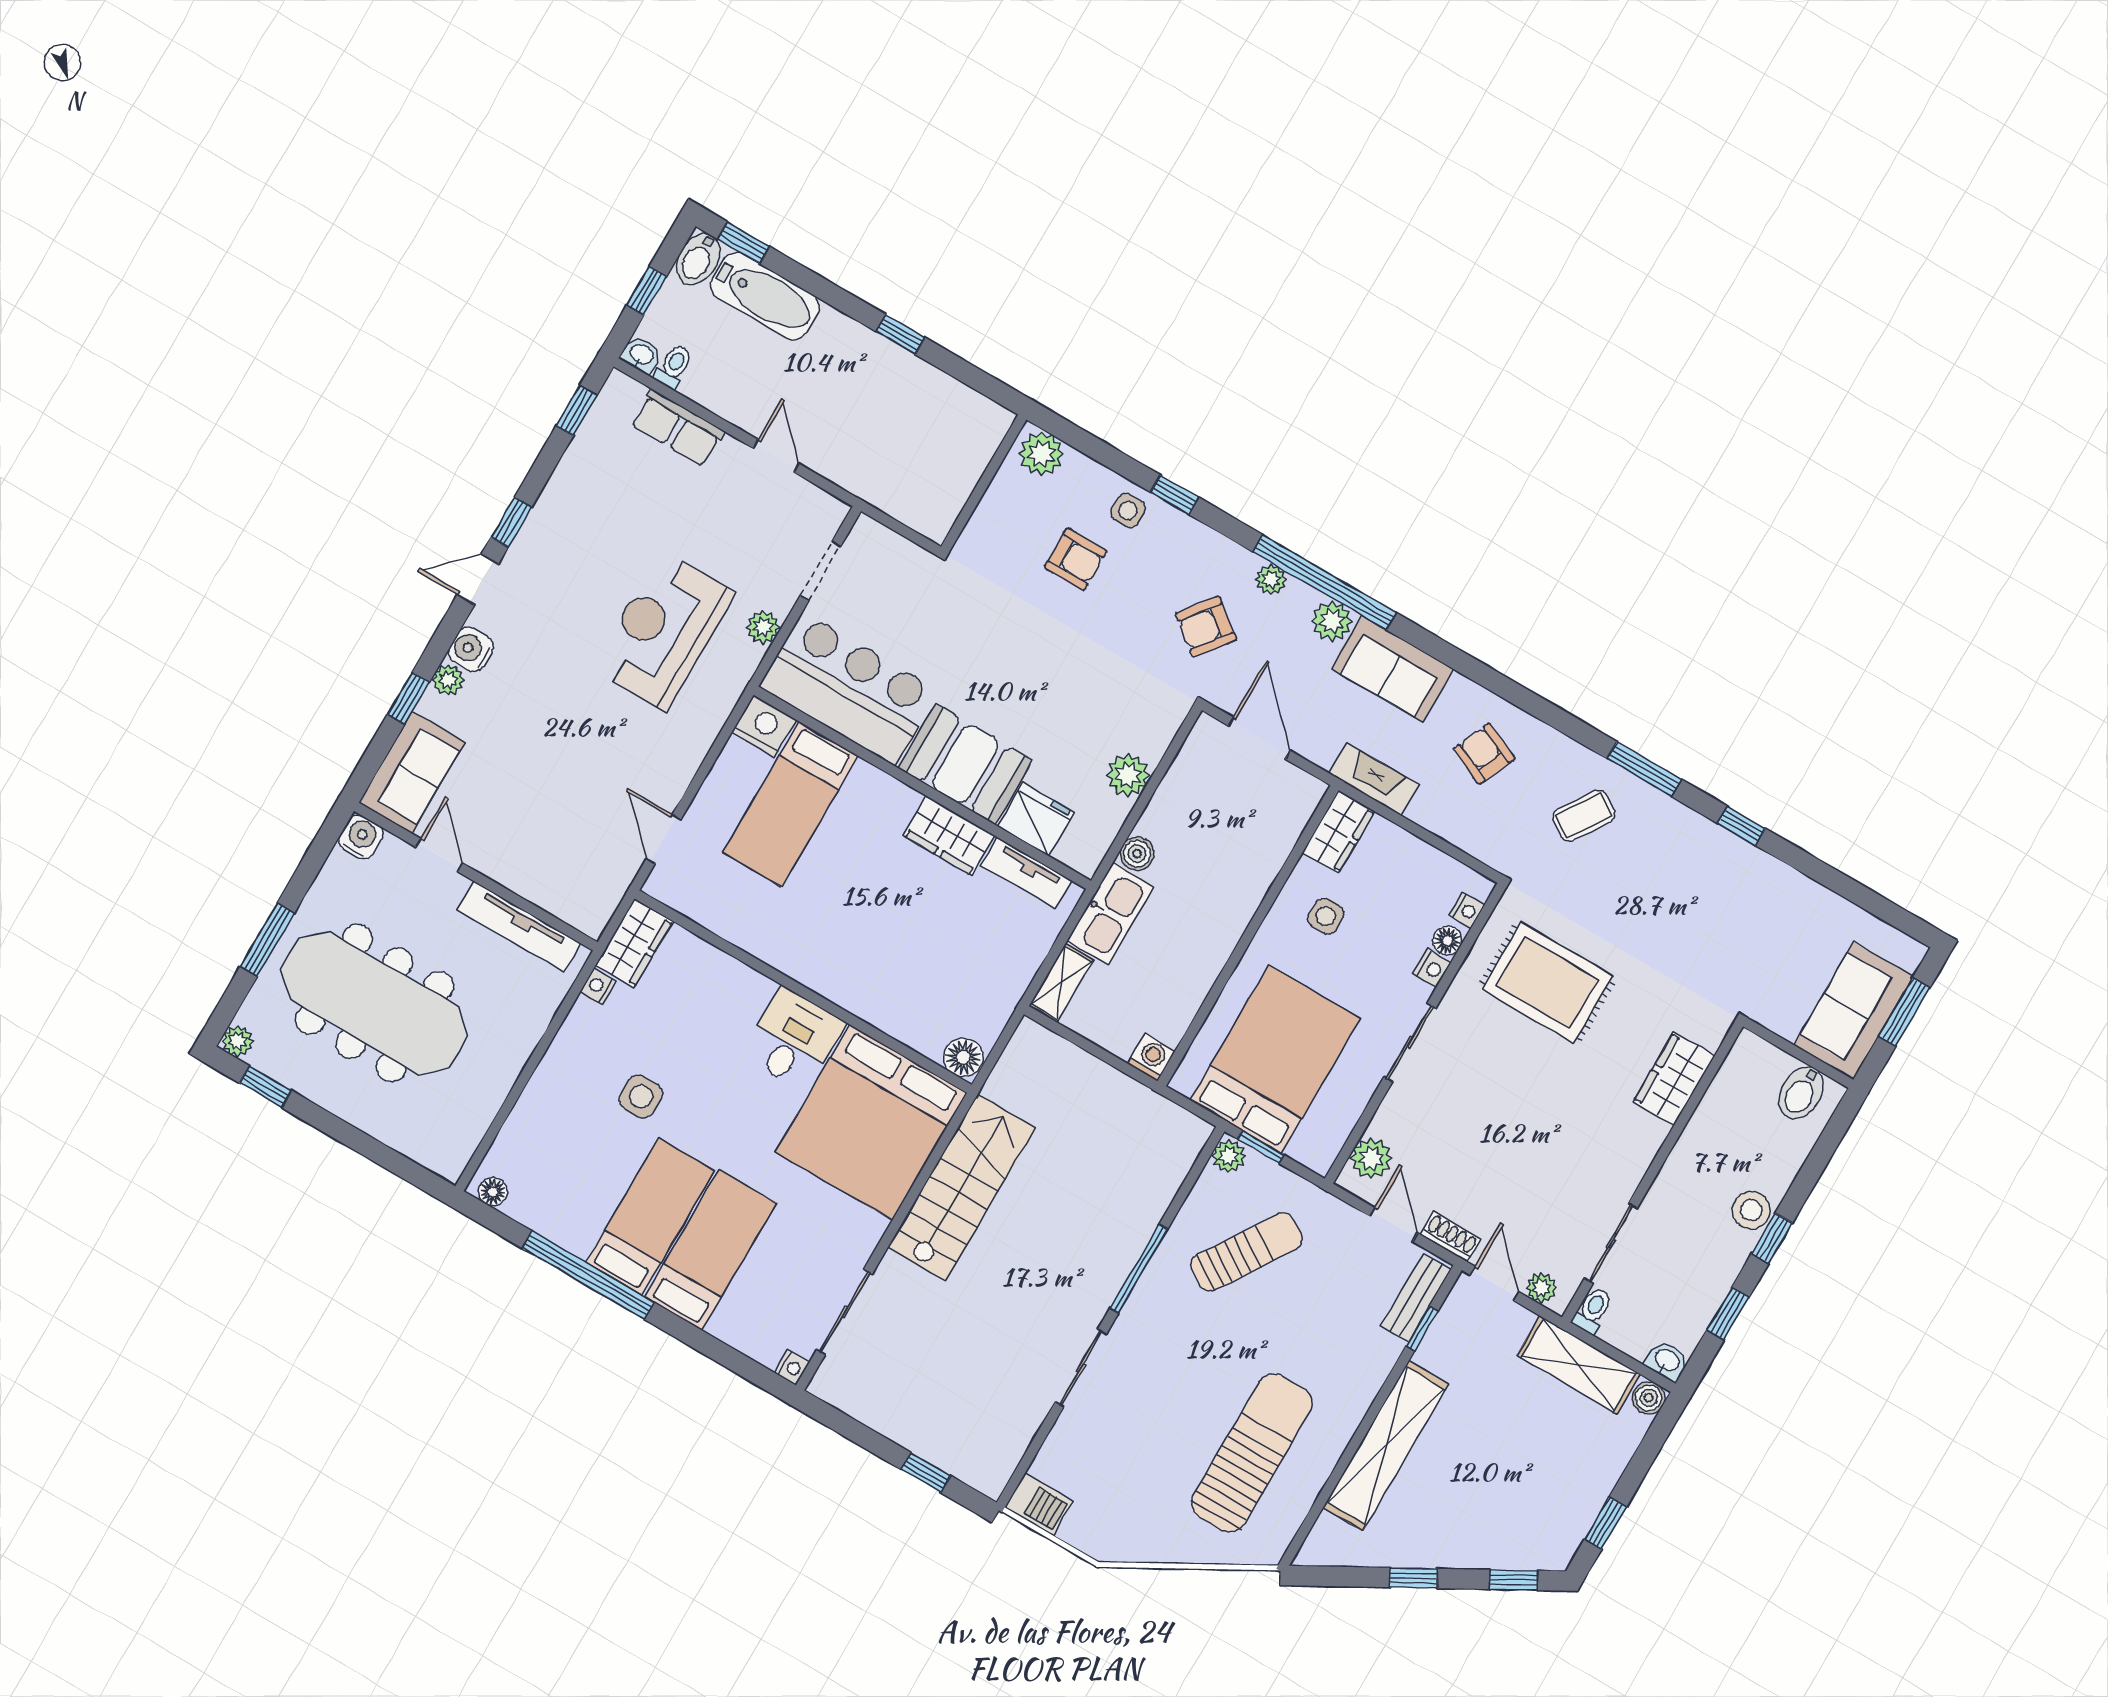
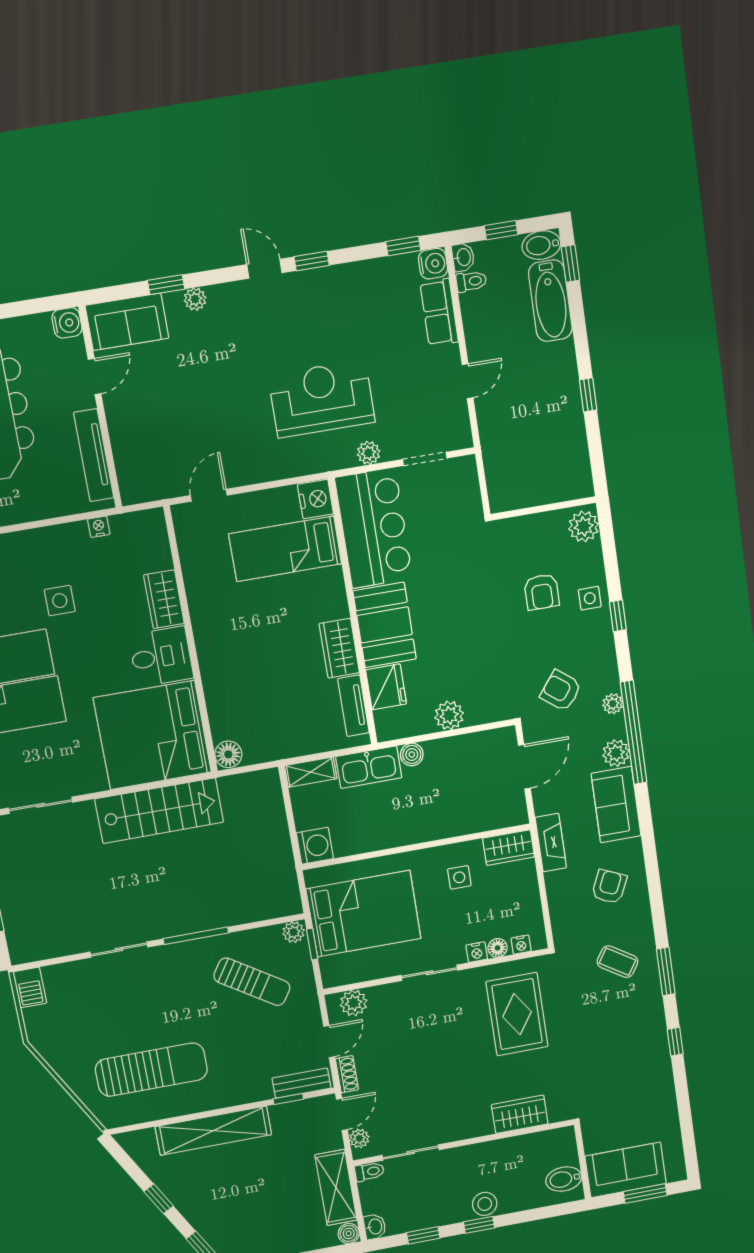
water cooler: (471, 649) -> (433, 264), moved, turned 90
wardrobe: (634, 943) -> (164, 599), moved, turned 90
washing machine: (1151, 1058) -> (315, 846), width x1.38, depth x1.38

